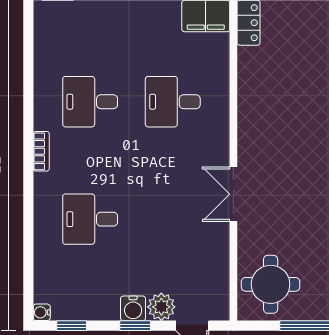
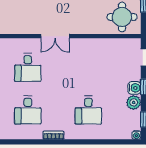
double door: (233, 194) -> (55, 36), moved
plant: (161, 307) -> (134, 102), moved

